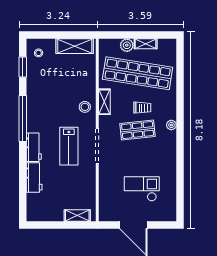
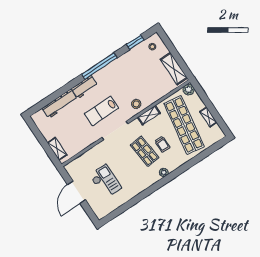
plant: (127, 45) -> (189, 90), moved
workbench: (34, 177) -> (60, 104), width x1.38

